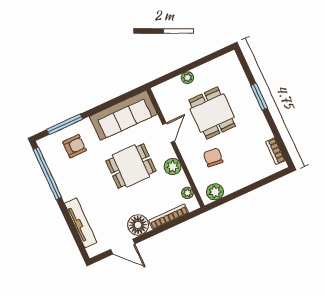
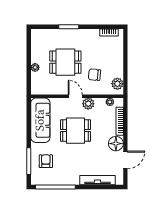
door: (169, 133) -> (75, 96), moved
dining table: (131, 166) -> (76, 131), turned 90

